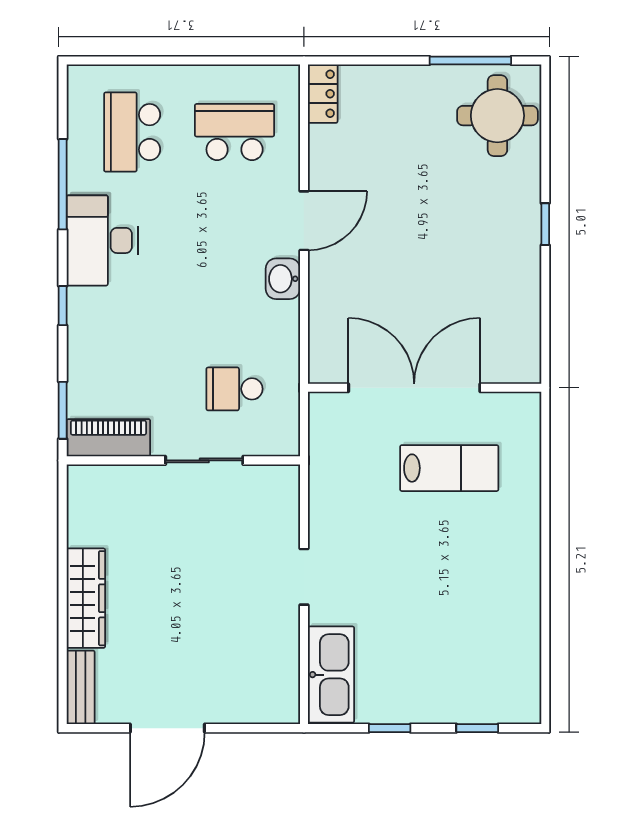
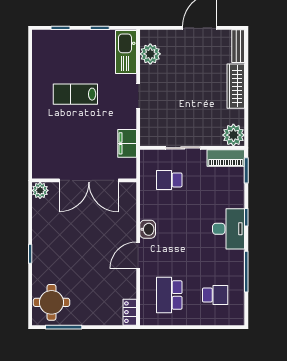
school desk: (132, 132) -> (215, 295), width x0.54
school desk: (235, 132) -> (169, 295), turned 90
desk: (102, 240) -> (229, 229), moved
plant: (523, 365) -> (40, 190), added
school desk: (235, 389) -> (169, 180), turned 180
lab bench: (449, 468) -> (75, 94), moved
filing cabinet: (329, 471) -> (127, 143), added
plant: (91, 489) -> (233, 135), added
plant: (277, 670) -> (150, 54), added

